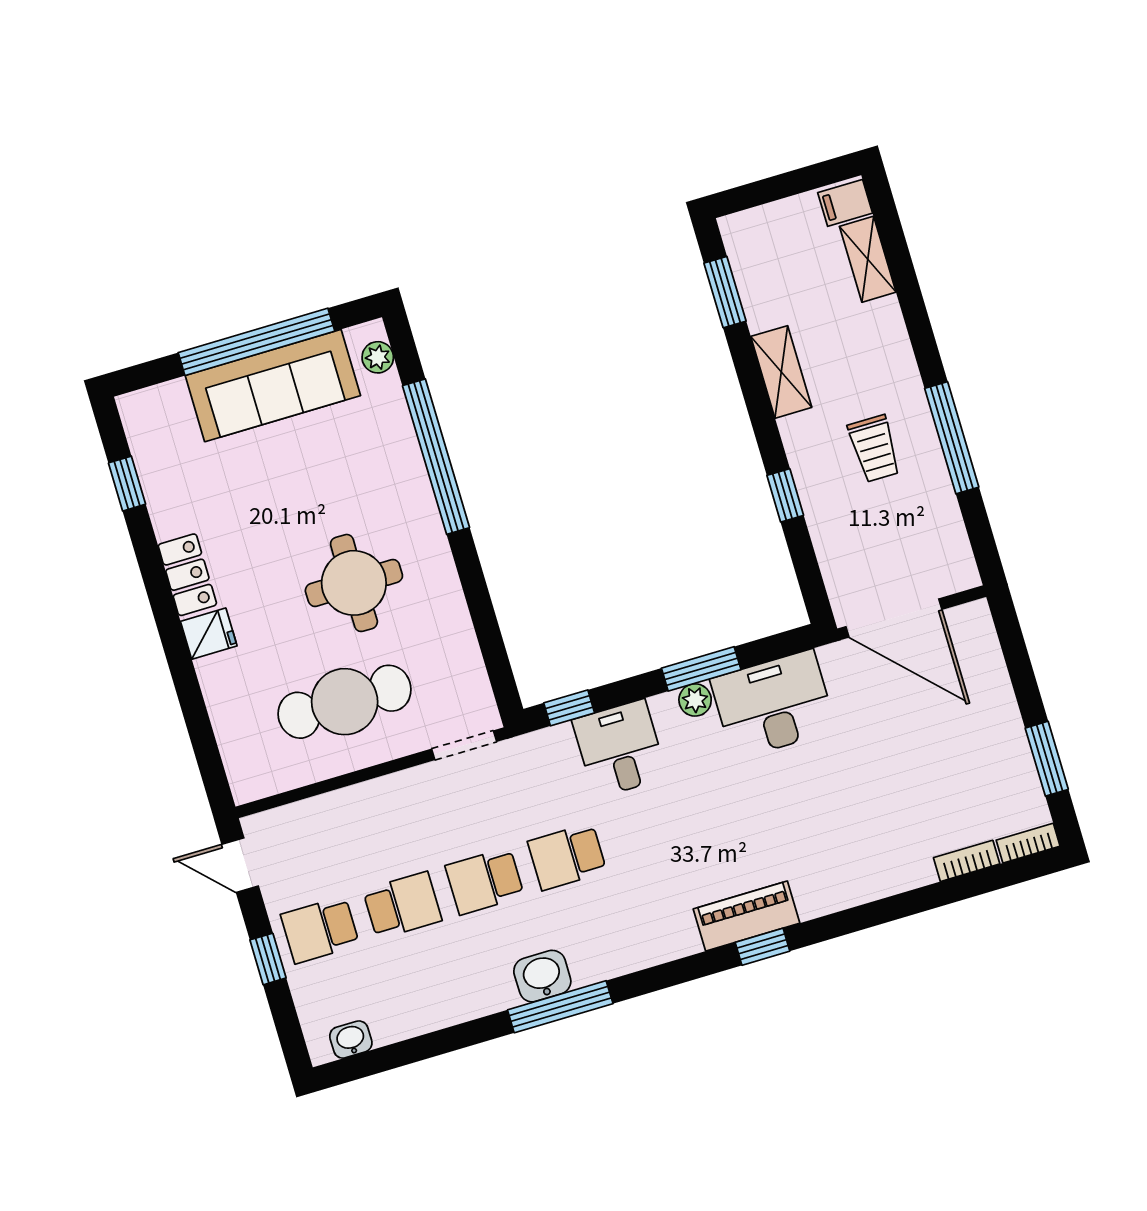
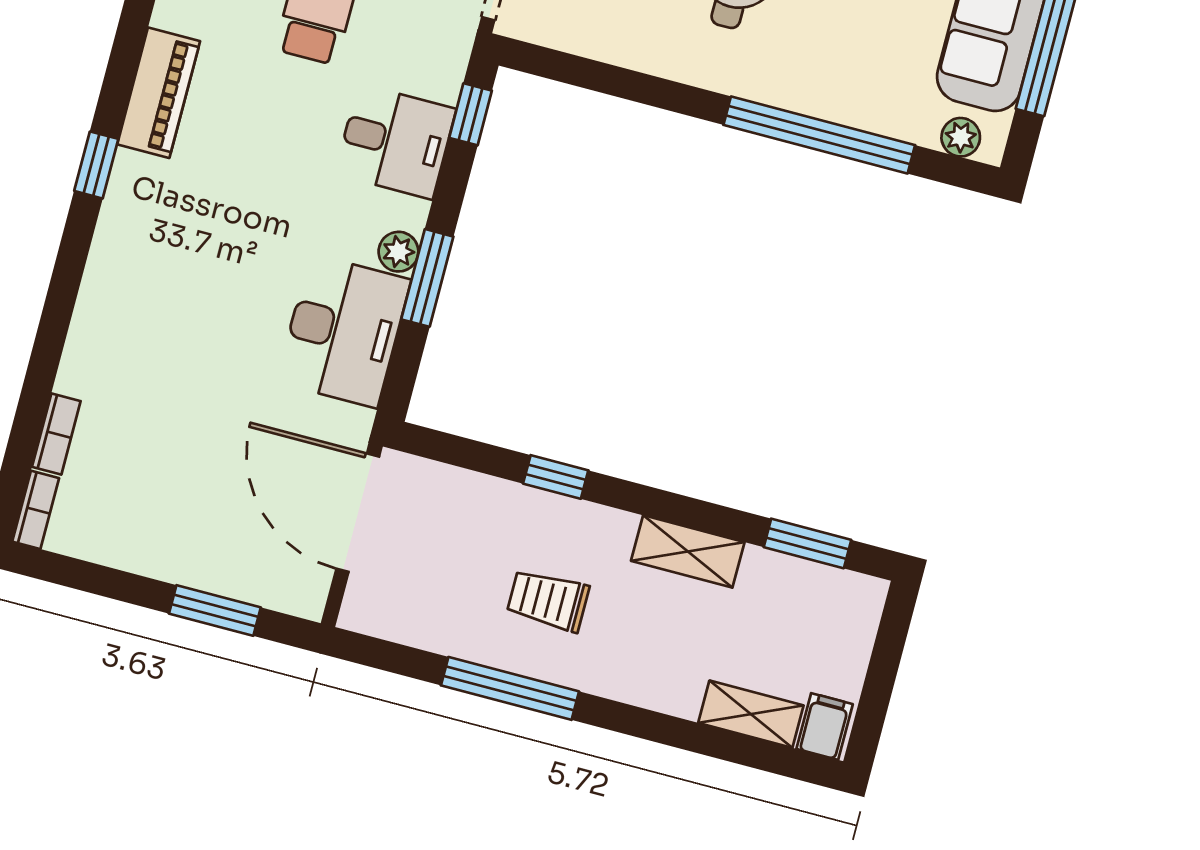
door: (894, 618) -> (358, 513), hinge flipped
window: (1047, 759) -> (215, 610), moved
piano: (747, 916) -> (159, 93), moved

